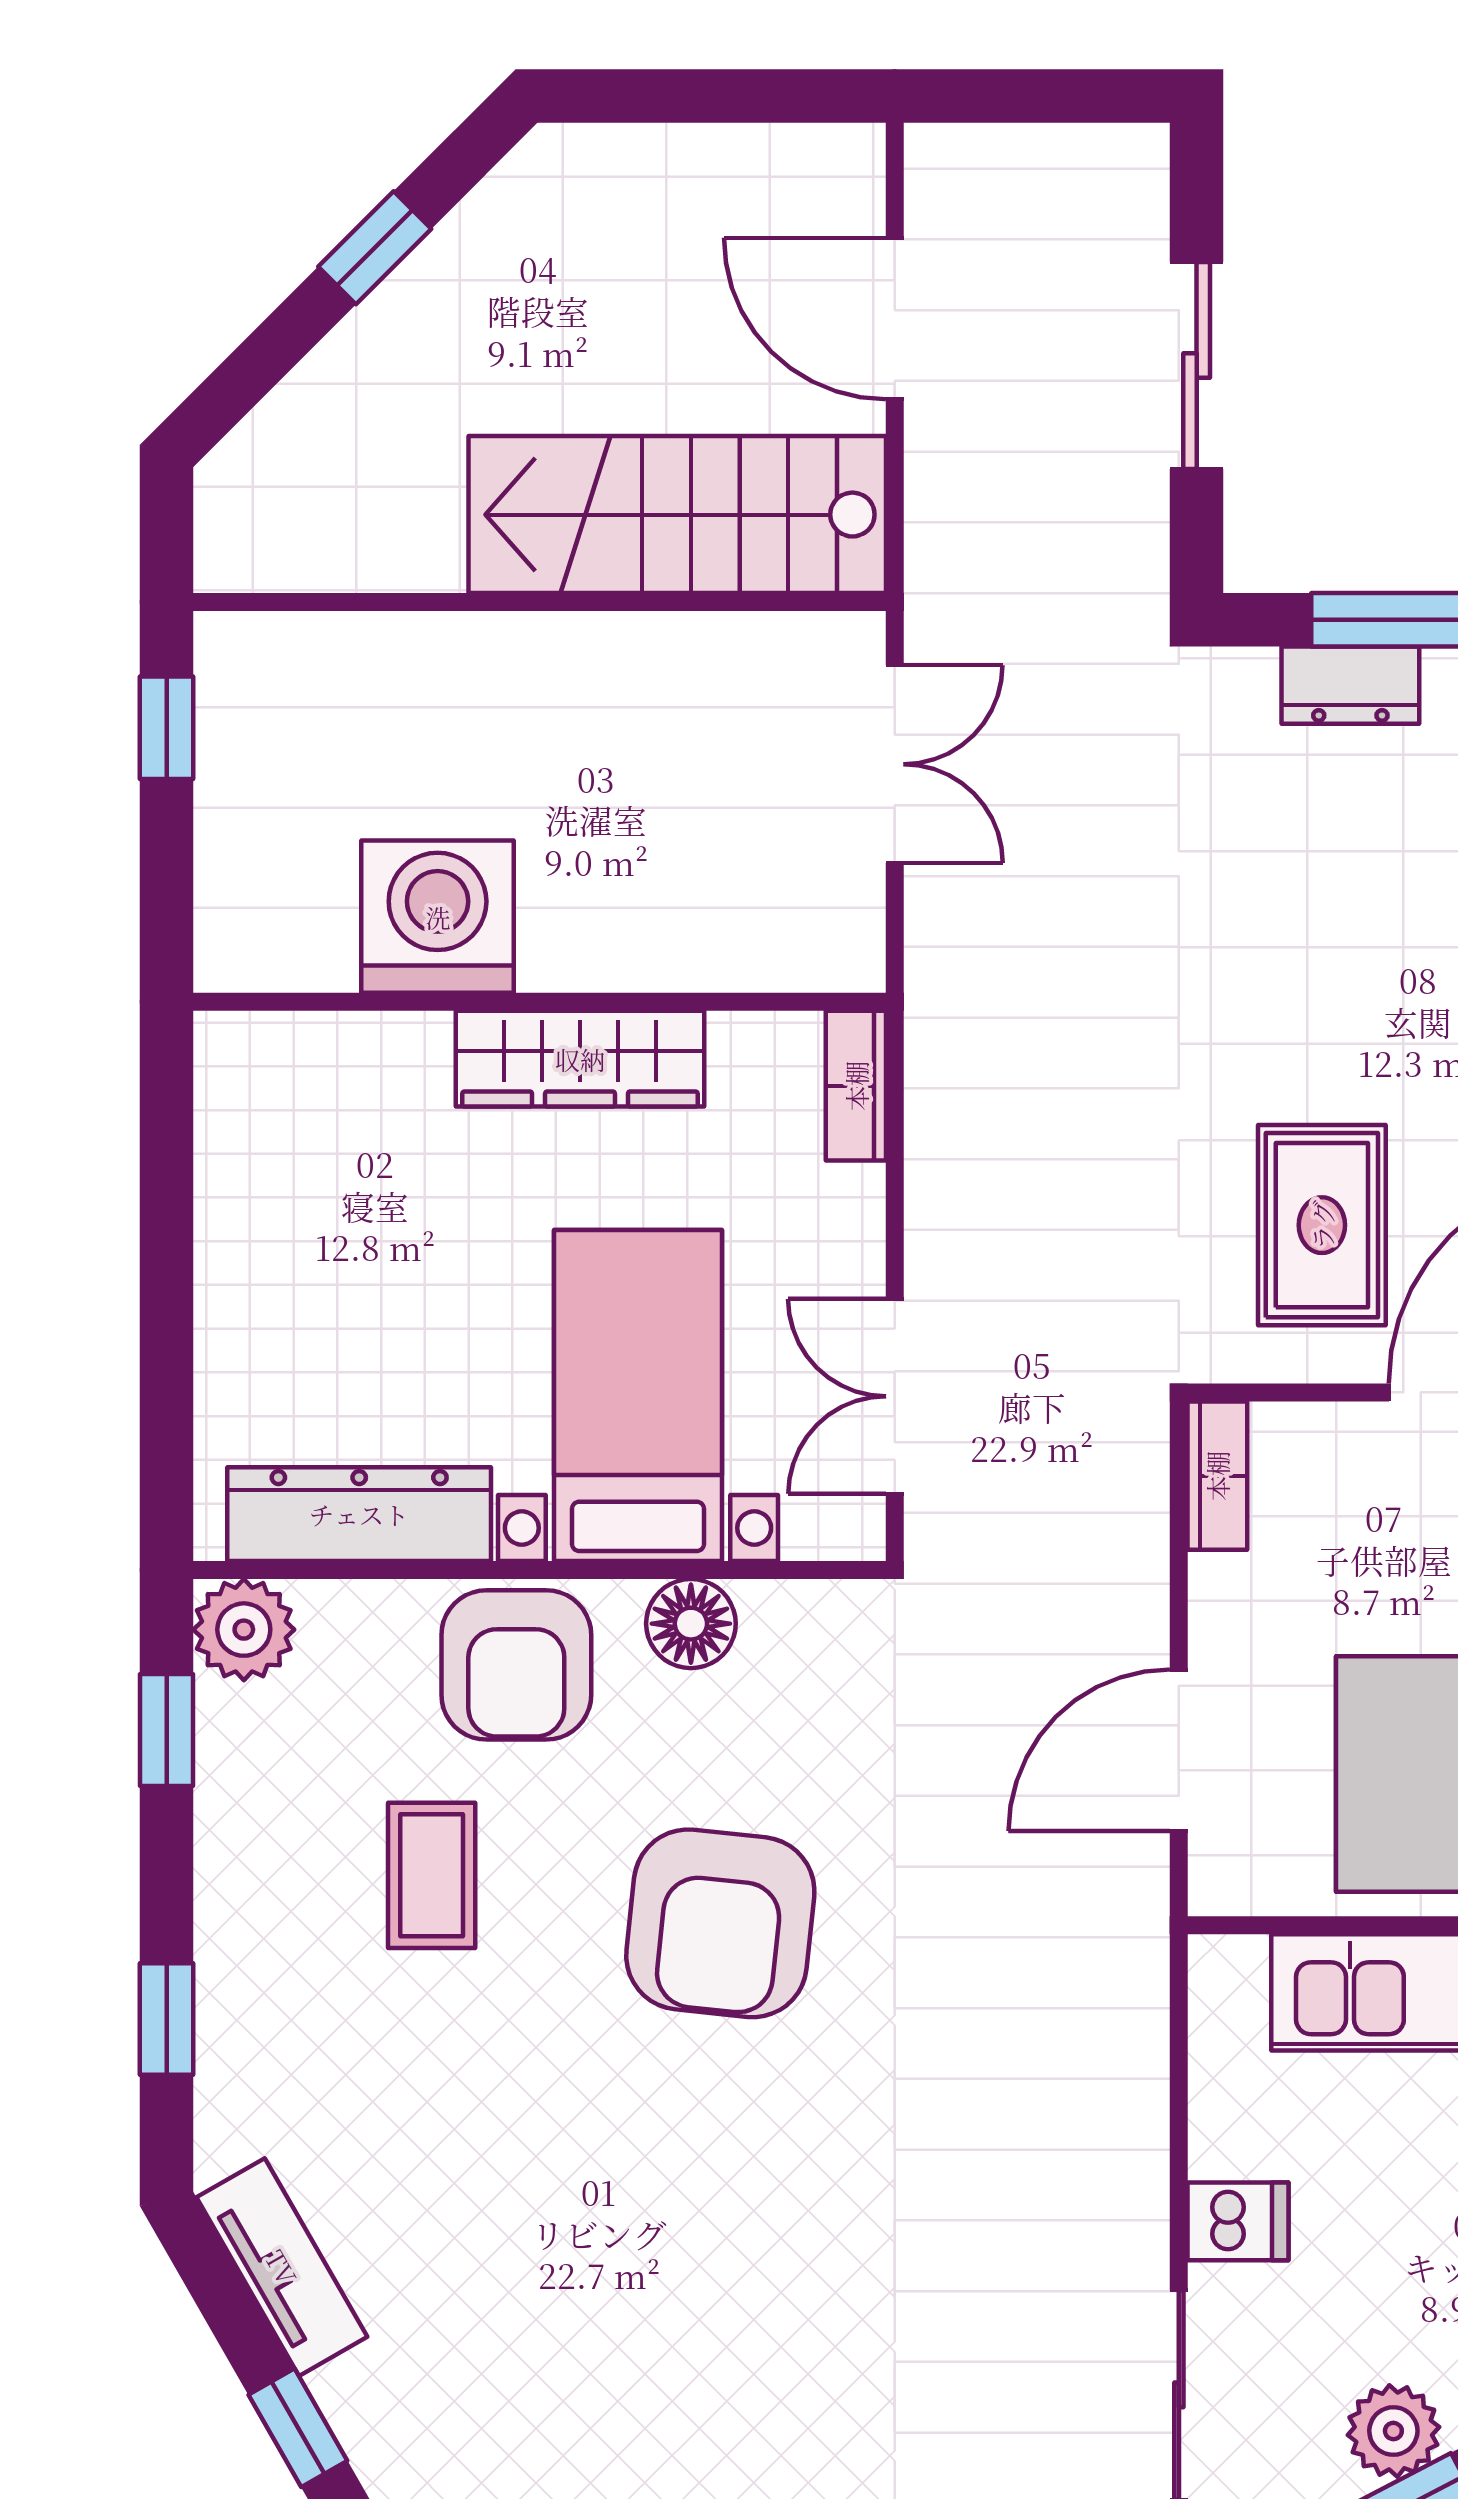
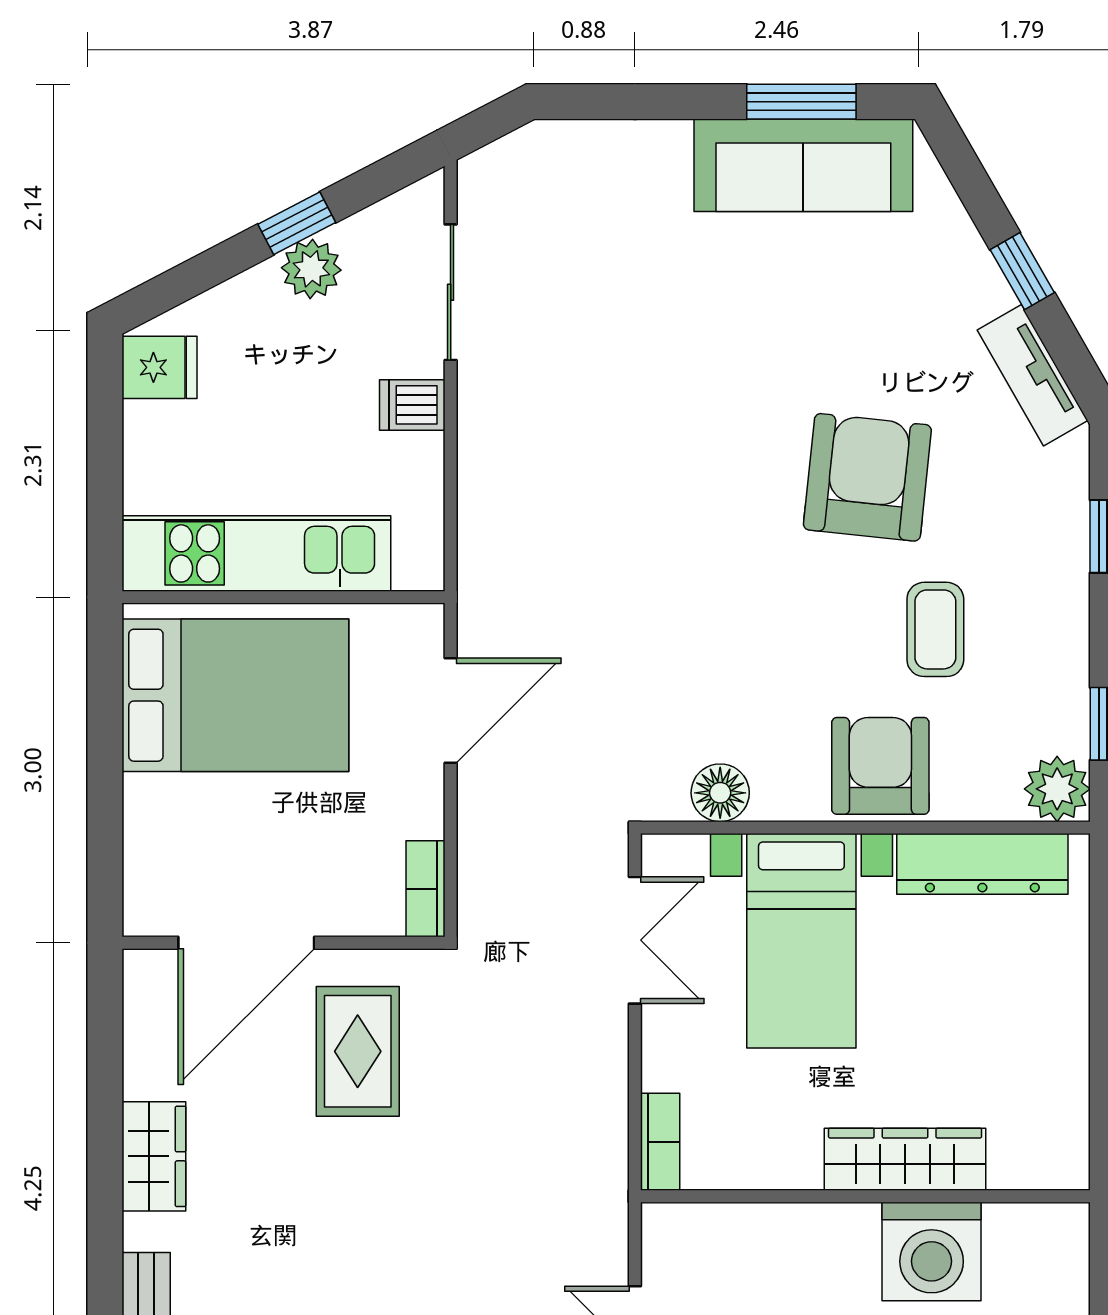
wardrobe: (580, 1059) -> (905, 1159), moved
floor lamp: (691, 1624) -> (720, 793), moved
armchair: (720, 1923) -> (867, 477), moved

